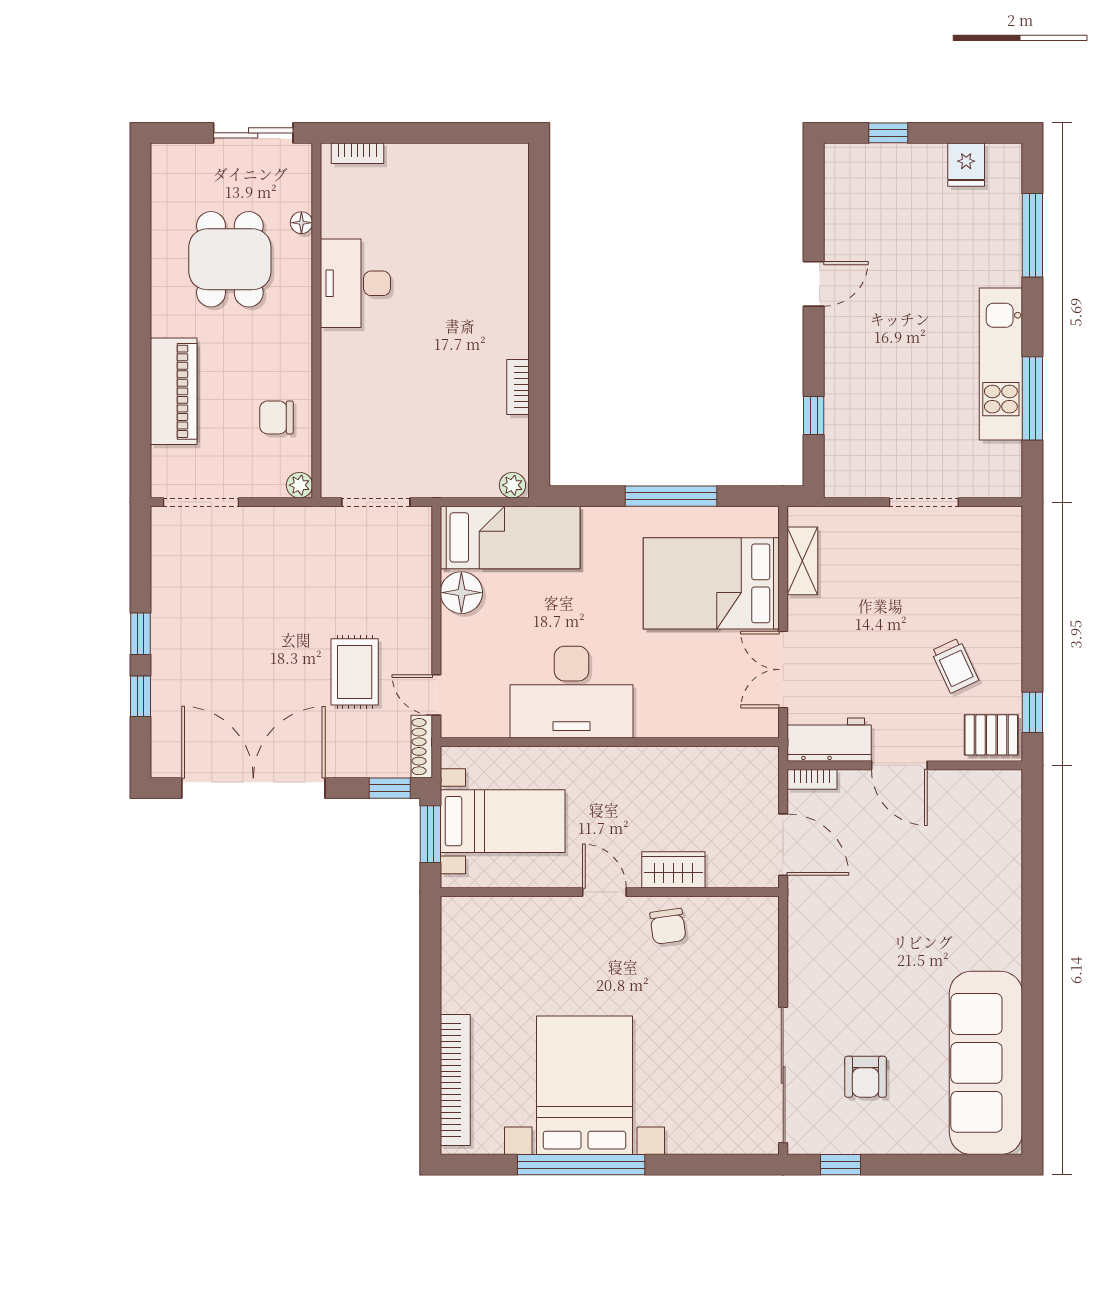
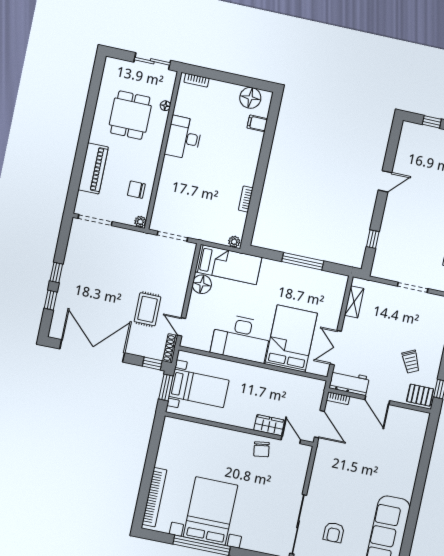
floor lamp: (482, 166) -> (250, 98), added
filing cabinet: (509, 218) -> (257, 123), added
bed: (711, 583) -> (291, 339), moved, turned 90
door: (604, 892) -> (291, 440), moved

